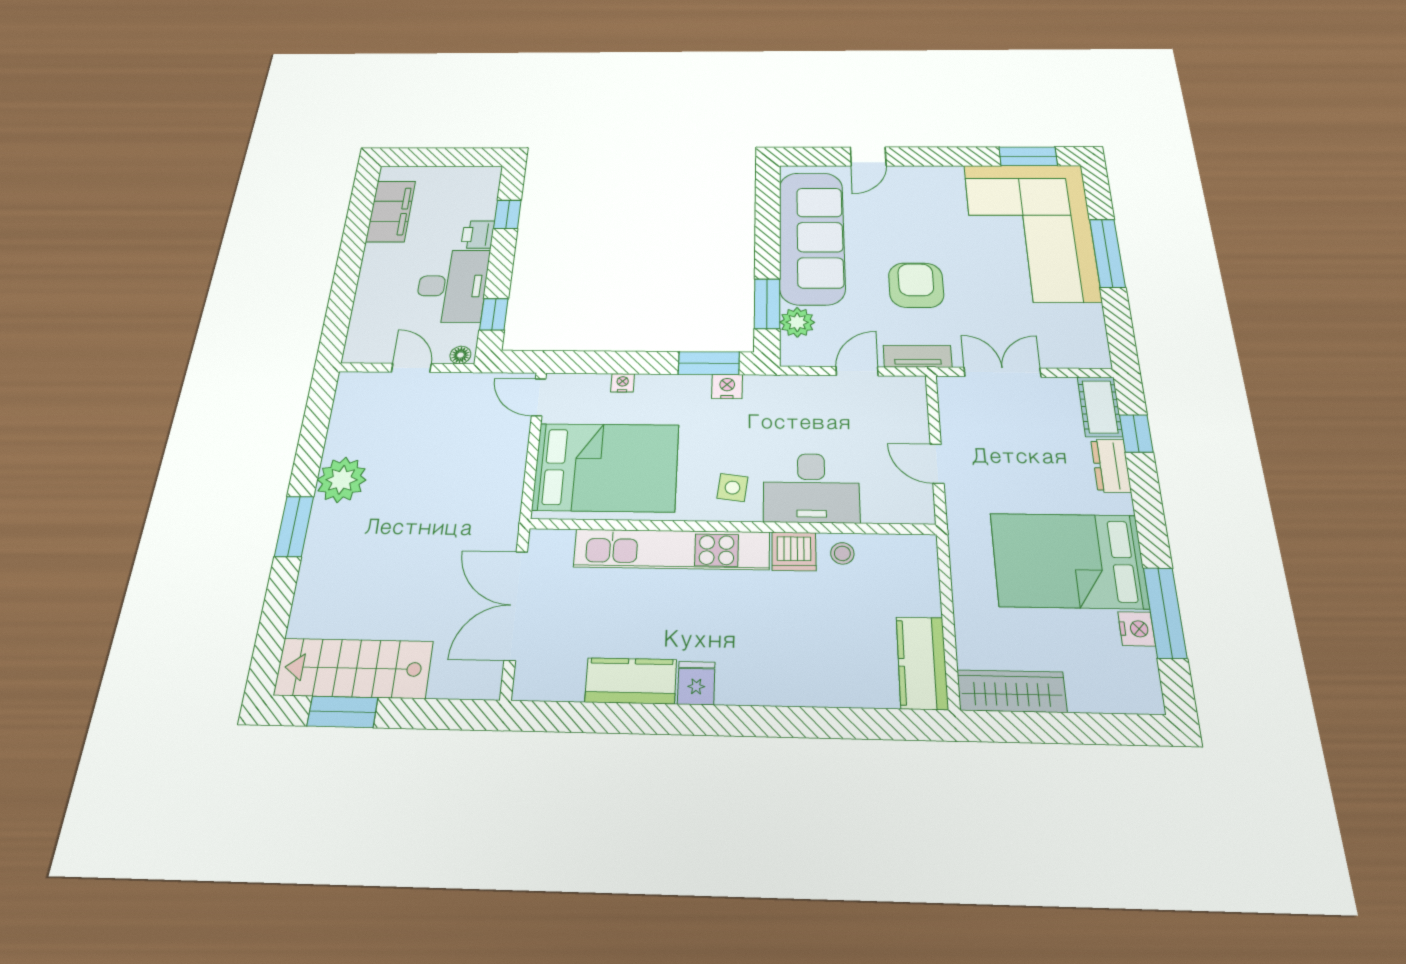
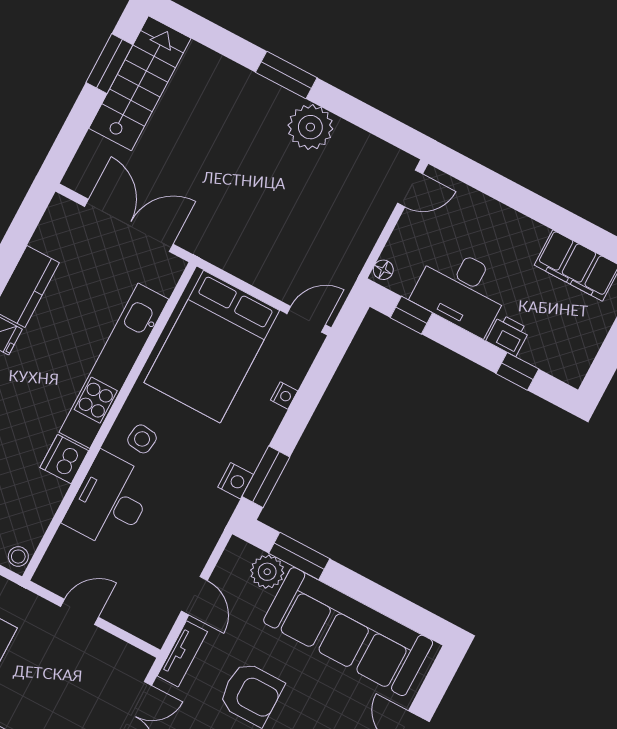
door: (411, 368) -> (410, 188), moved
stool: (842, 553) -> (18, 557), moved

